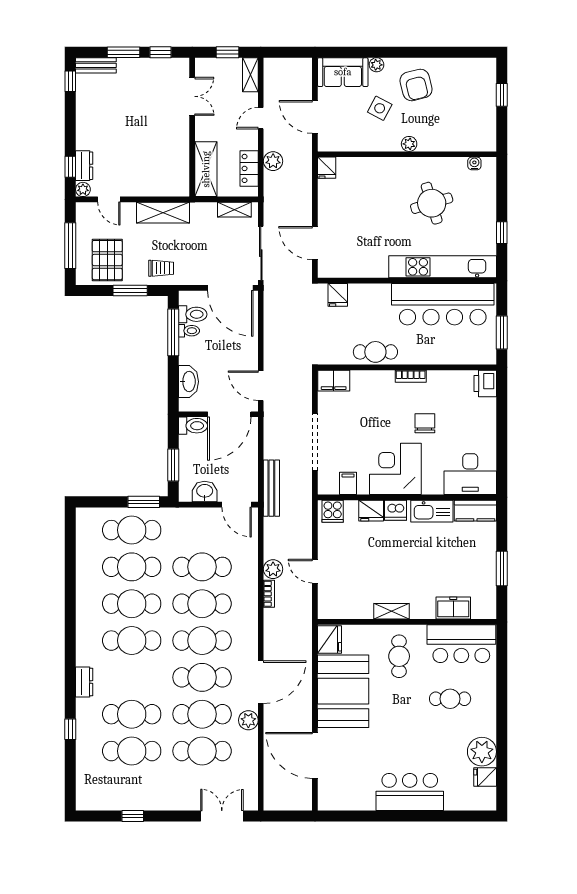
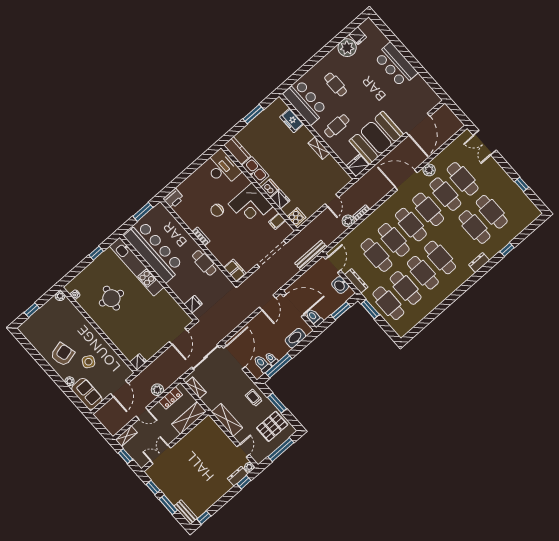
plant: (409, 144) -> (60, 296), moved
round table: (432, 203) -> (111, 298), turned 30
dresser: (193, 515) -> (356, 281), added

